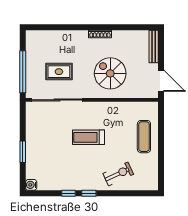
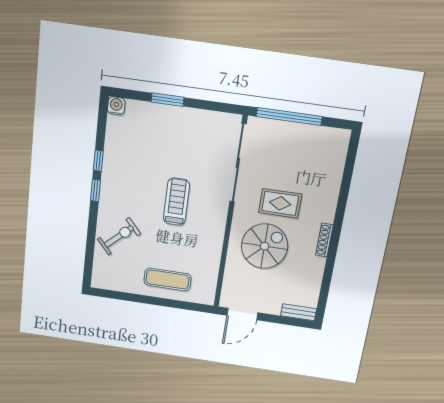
bench: (154, 47) -> (299, 312), width x0.73
rug: (59, 72) -> (280, 203), moved, turned 90
exercise bike: (118, 174) -> (119, 236), turned -107

